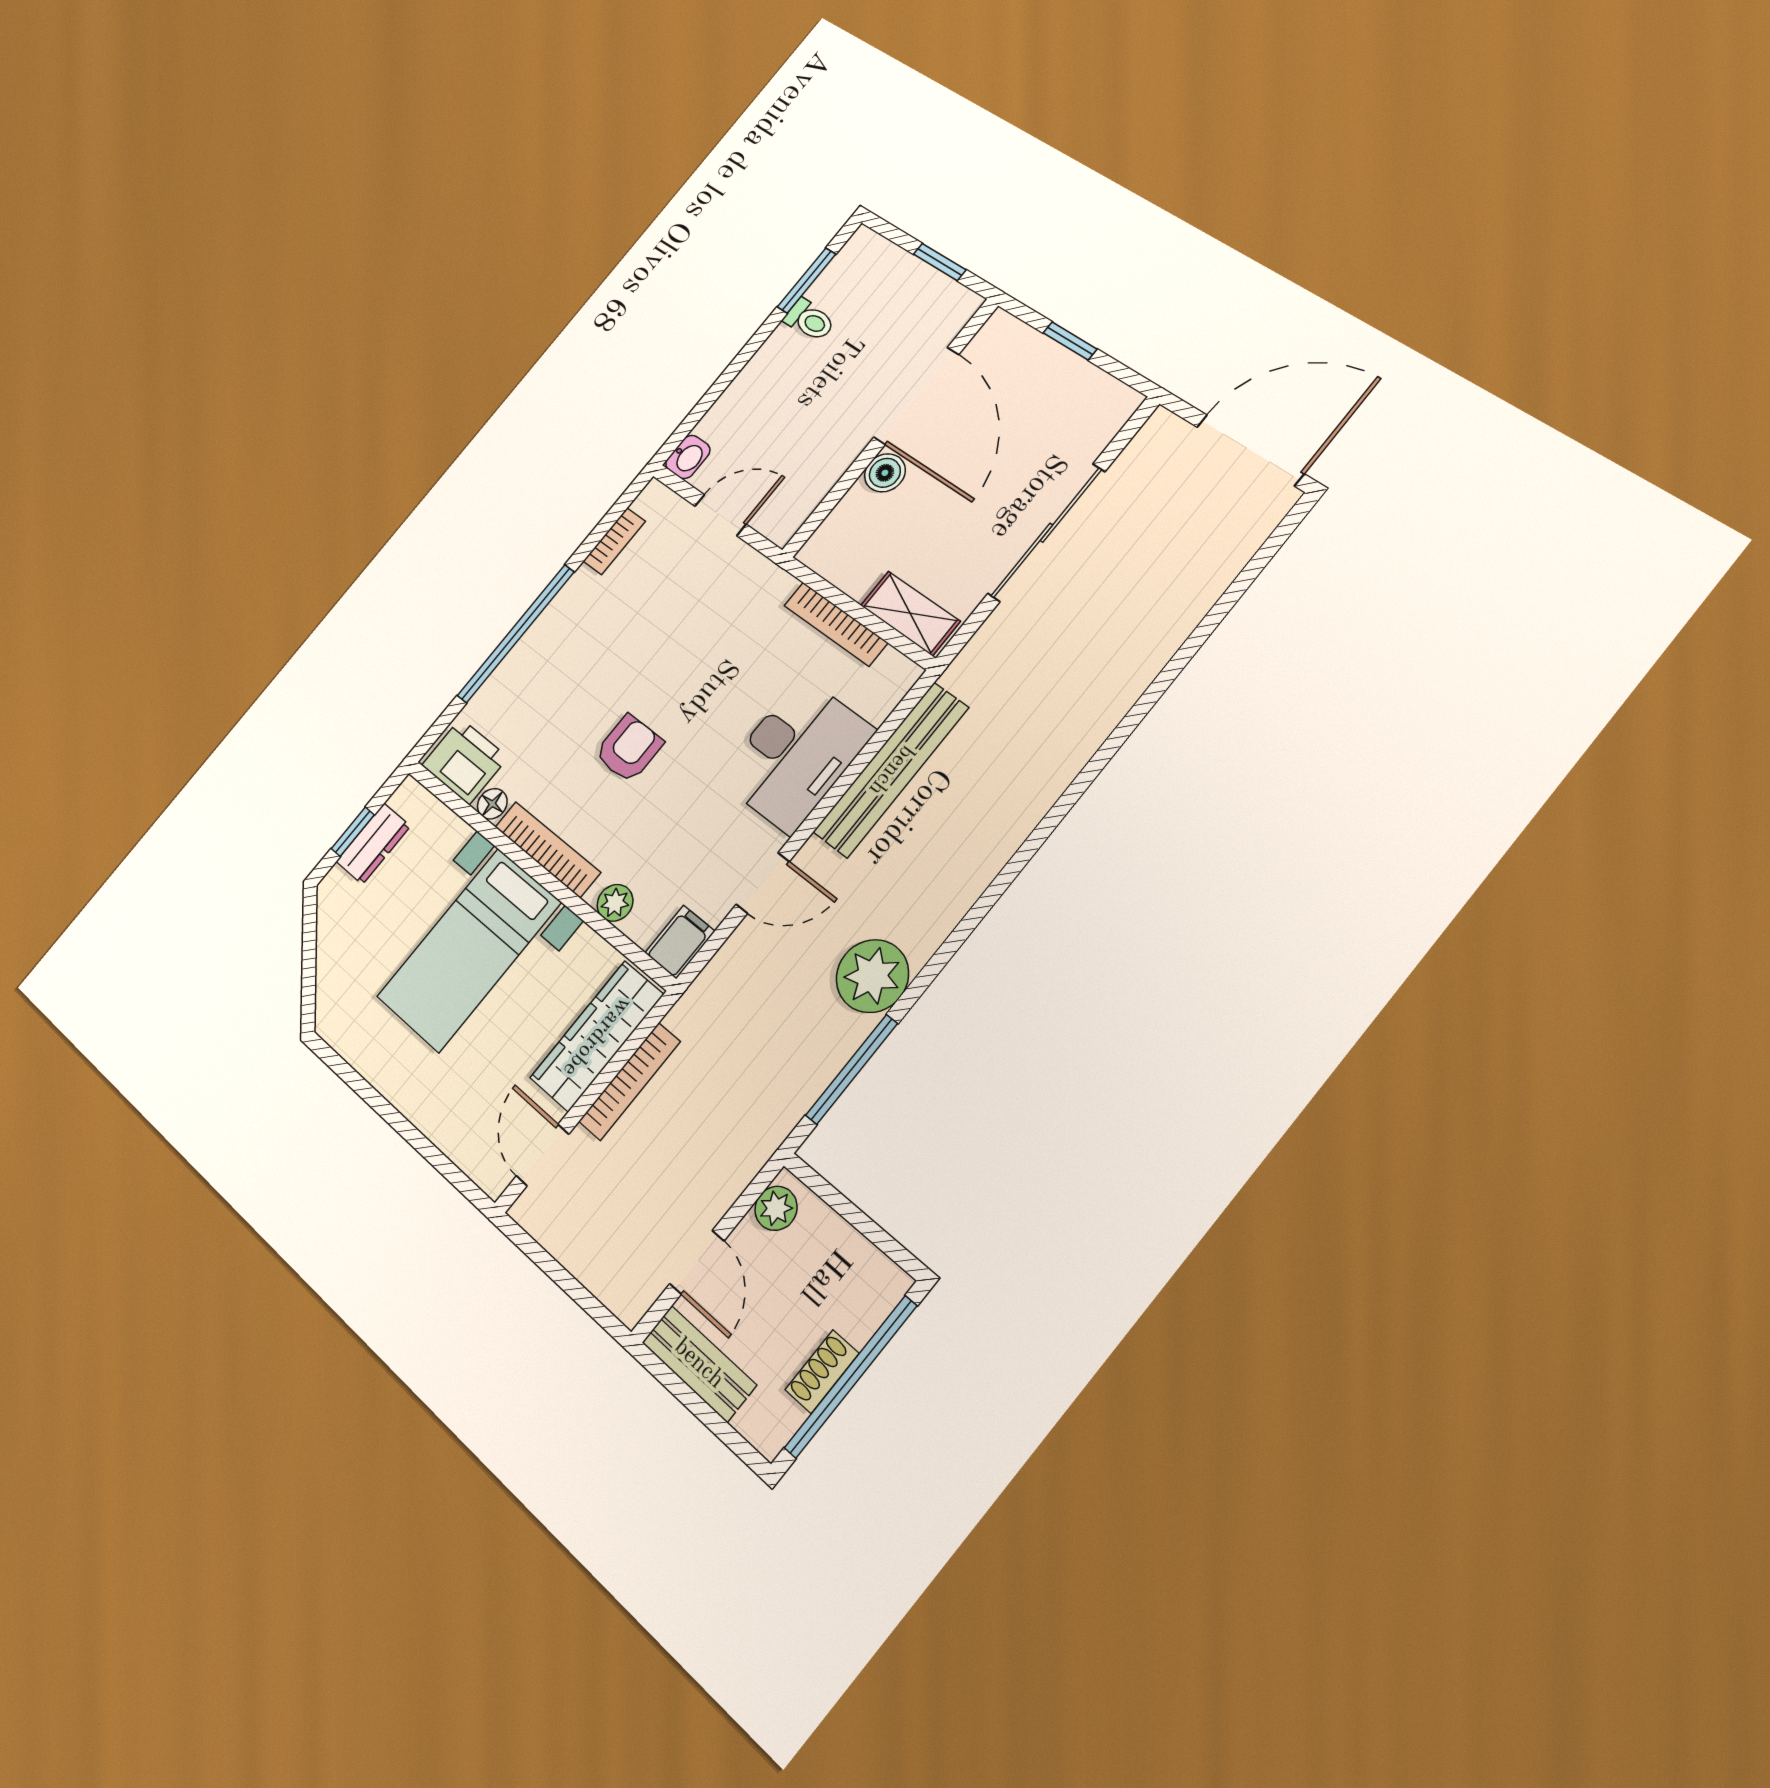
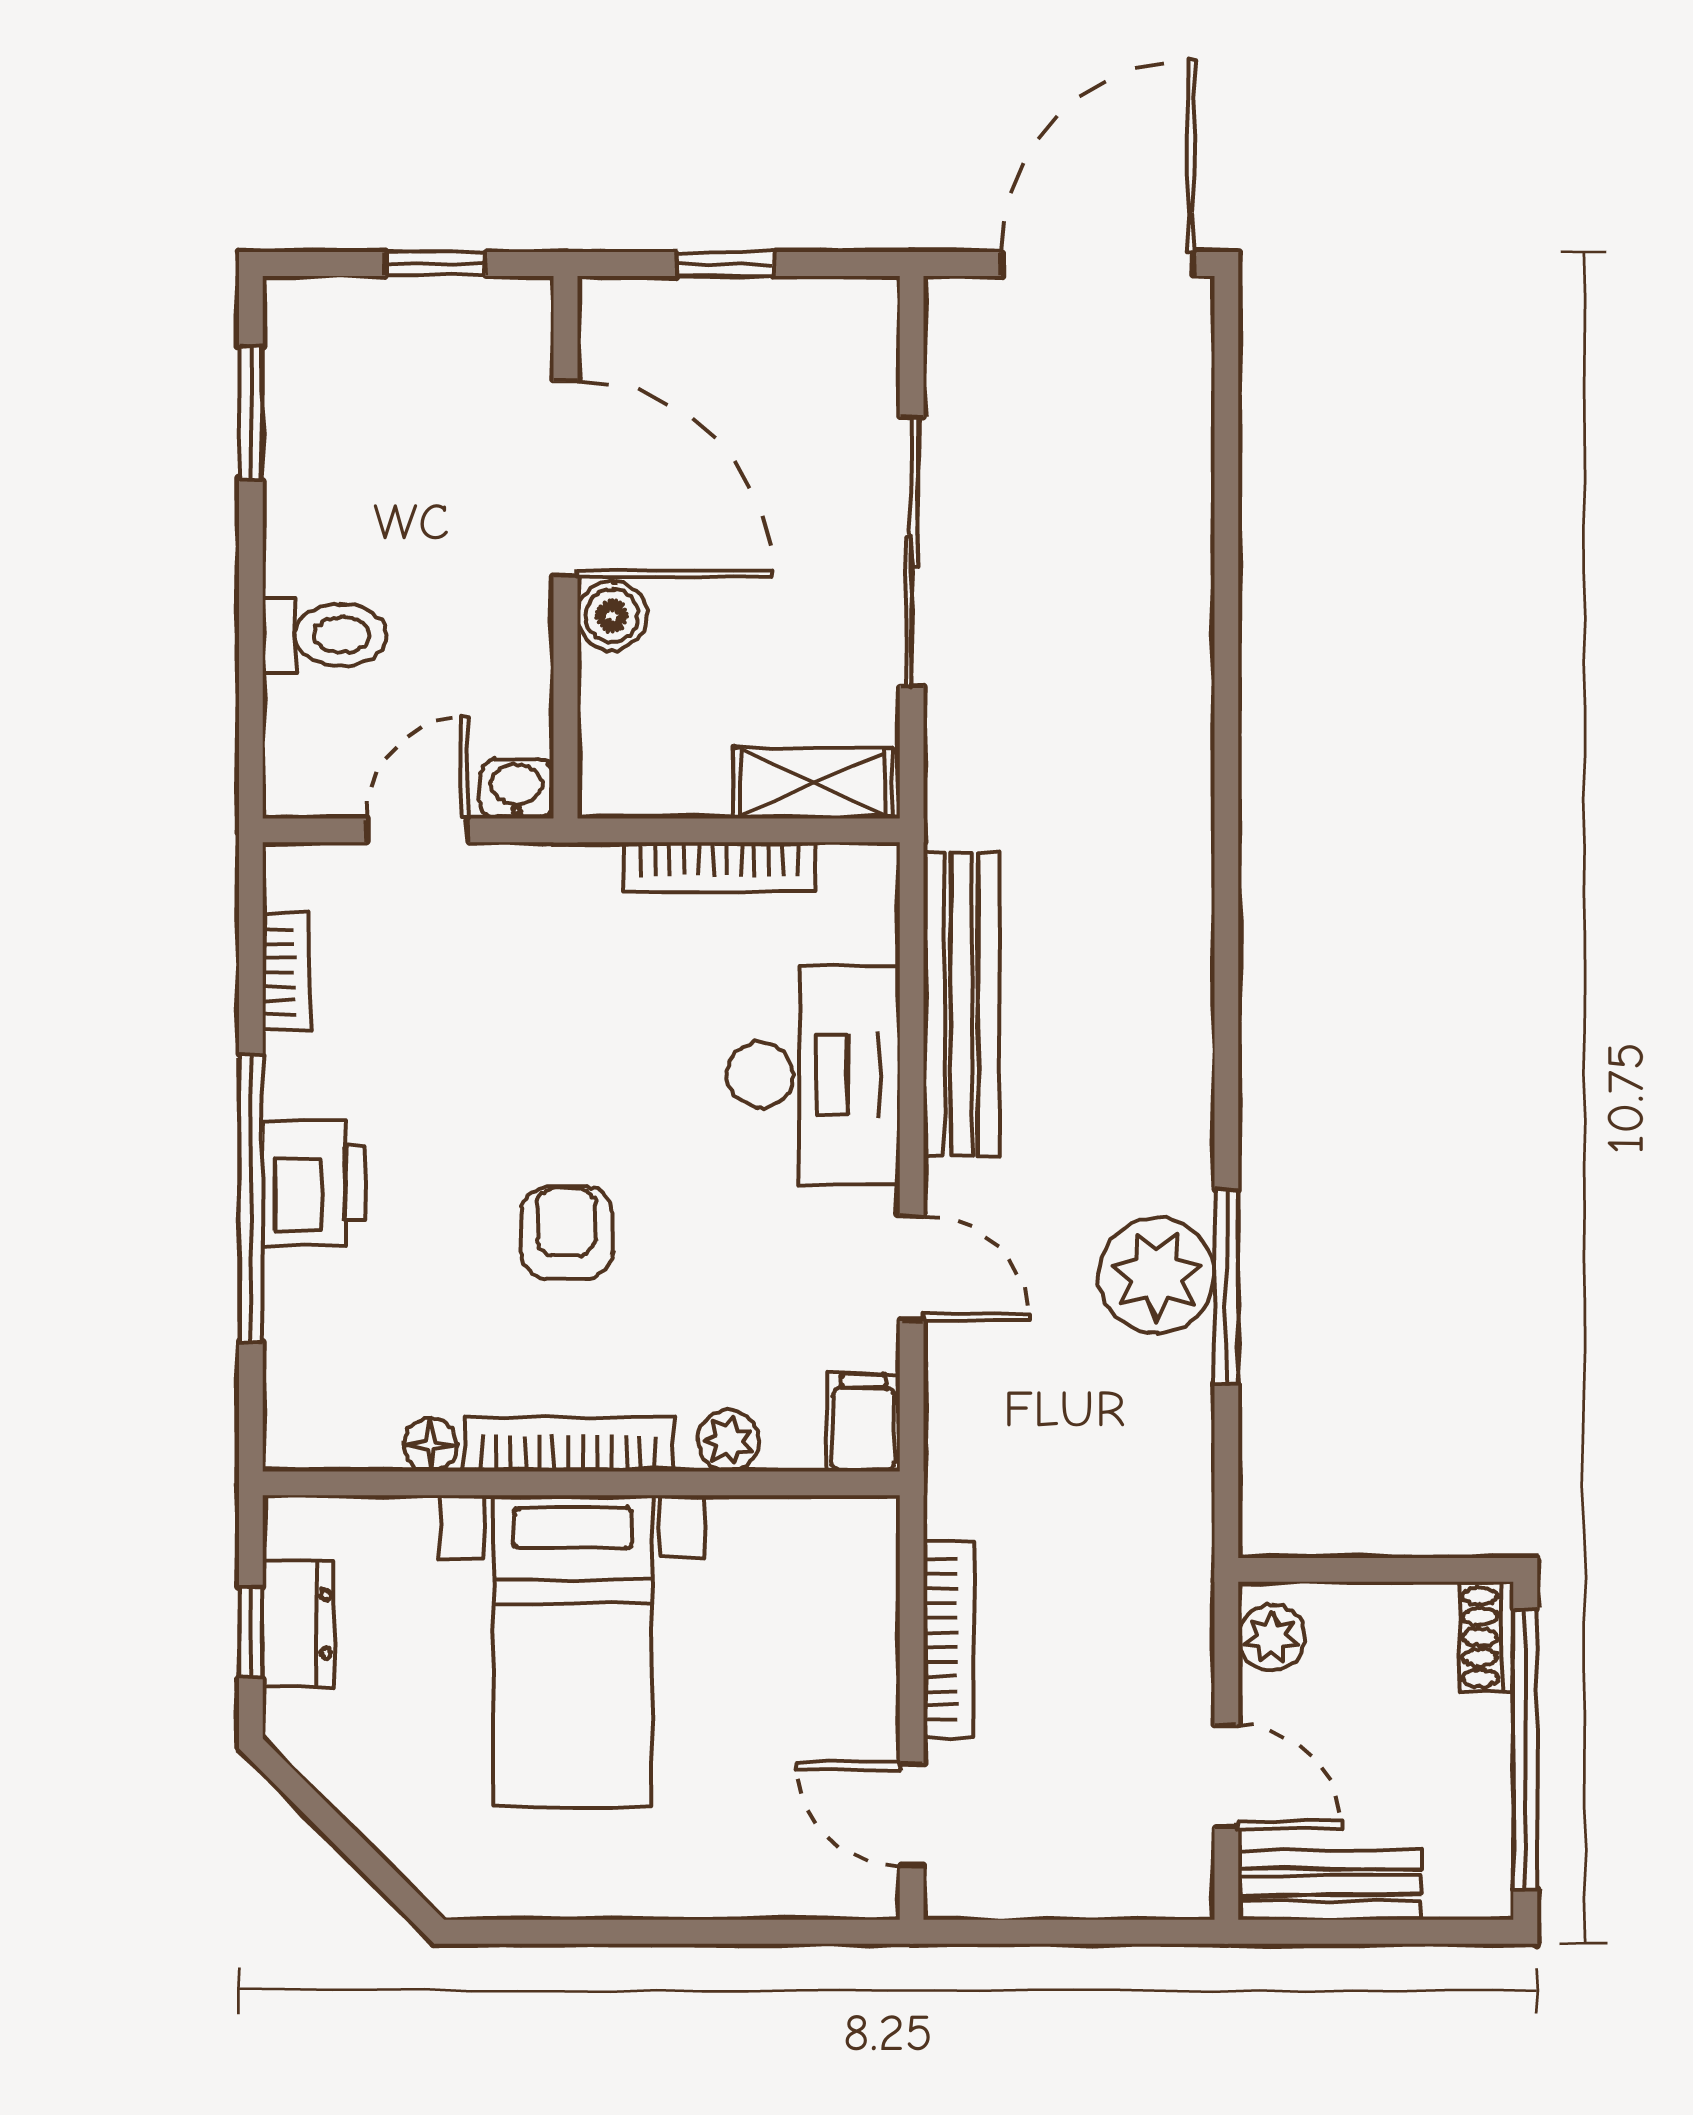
toilet: (810, 320) -> (324, 635), moved, width x1.37, depth x1.39
washbasin: (688, 457) -> (517, 789), moved, turned -90
printer: (465, 761) -> (314, 1183), moved, turned 90
door: (763, 883) -> (912, 1268), hinge flipped
wardrobe: (597, 1036) -> (854, 1620), removed
window: (852, 1069) -> (1226, 1287), moved
shoe rack: (822, 1372) -> (1486, 1637), moved

